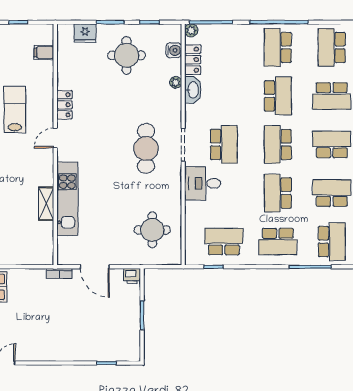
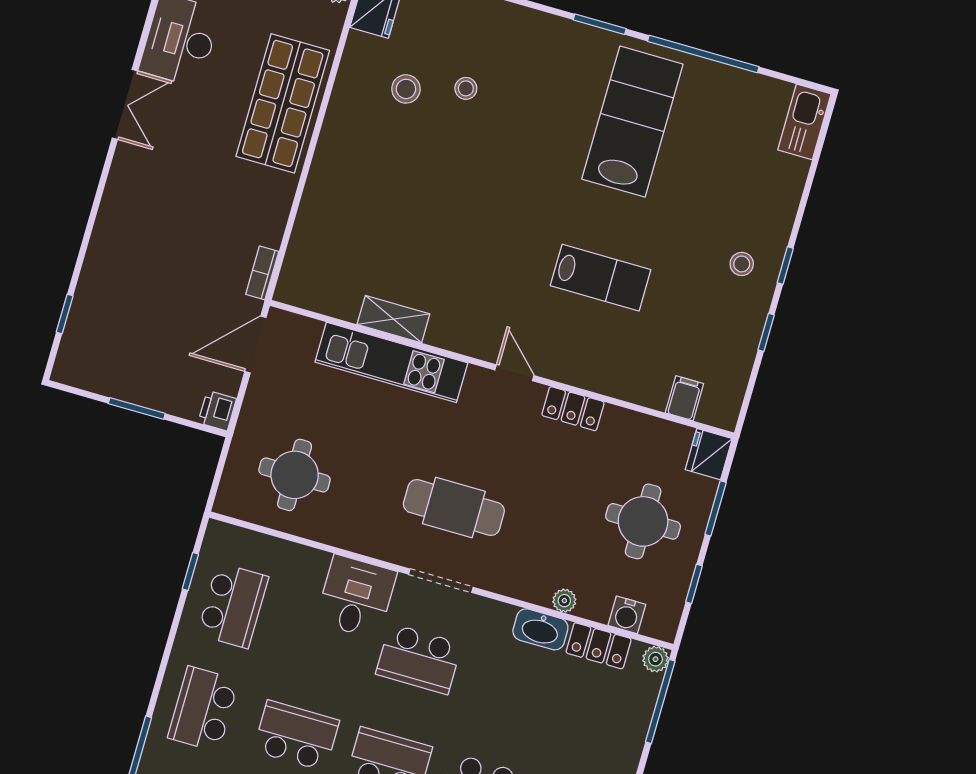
filing cabinet: (44, 52) -> (684, 398), moved
locker: (64, 105) -> (573, 409), moved
door: (55, 138) -> (514, 373), moved
wall: (55, 144) -> (502, 369), moved
kitchen unit: (67, 199) -> (391, 362), moved
shelving: (46, 204) -> (393, 319), moved

